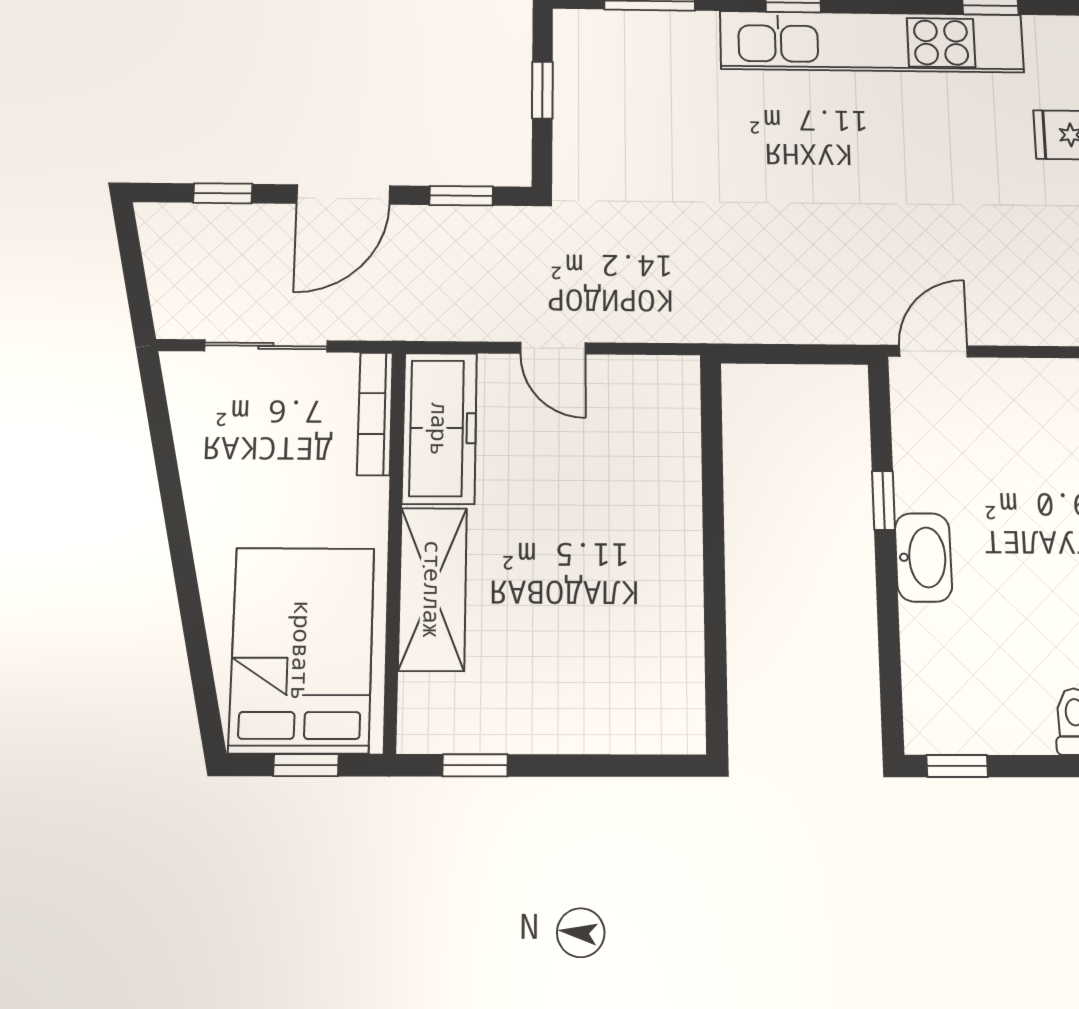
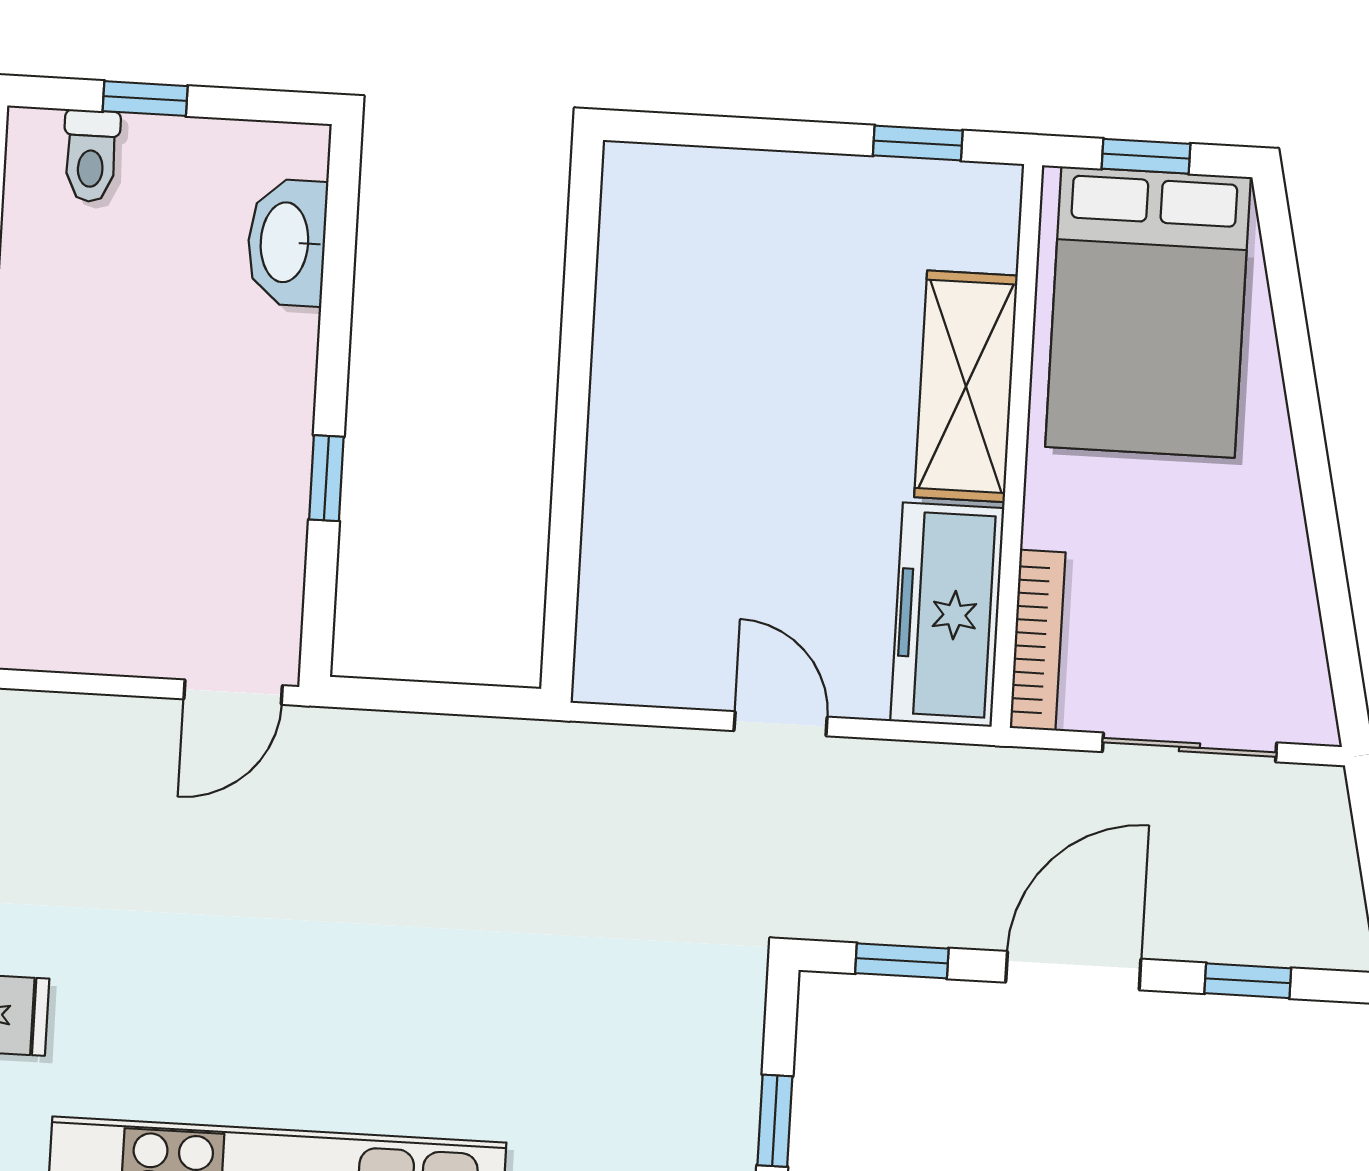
washbasin: (923, 557) -> (287, 242), moved
window: (957, 766) -> (145, 99), moved

